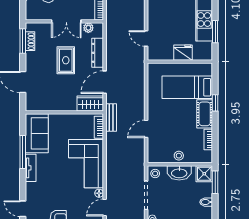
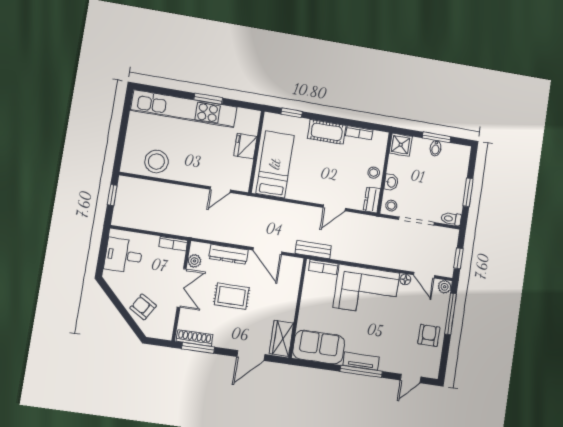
window: (215, 32) -> (208, 99), moved
shoe rack: (30, 41) -> (194, 338), width x1.43
bed: (187, 87) -> (275, 164), moved, turned 180
wardrobe: (90, 103) -> (281, 338), moved
window: (215, 103) -> (292, 113), moved
door: (146, 129) -> (334, 208), hinge flipped
window: (23, 152) -> (361, 371), moved
dresser: (157, 158) -> (372, 200), added
washbasin: (179, 173) -> (391, 182), width x0.52, depth x0.69
window: (215, 182) -> (437, 137), moved

